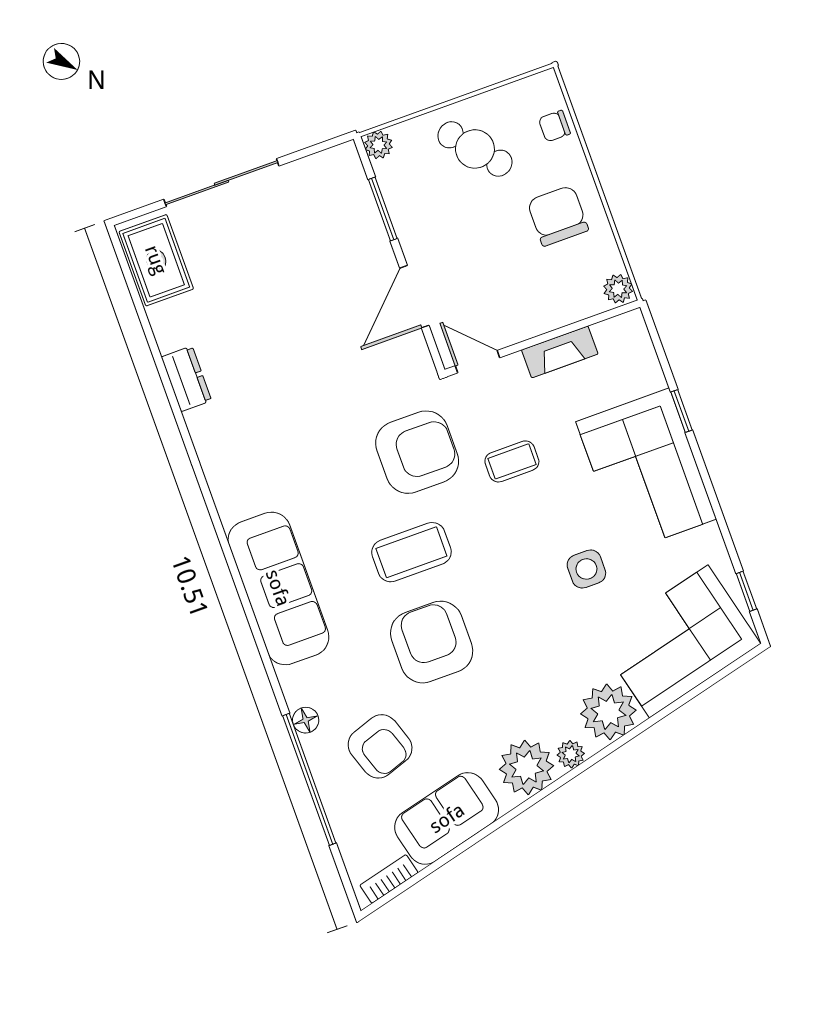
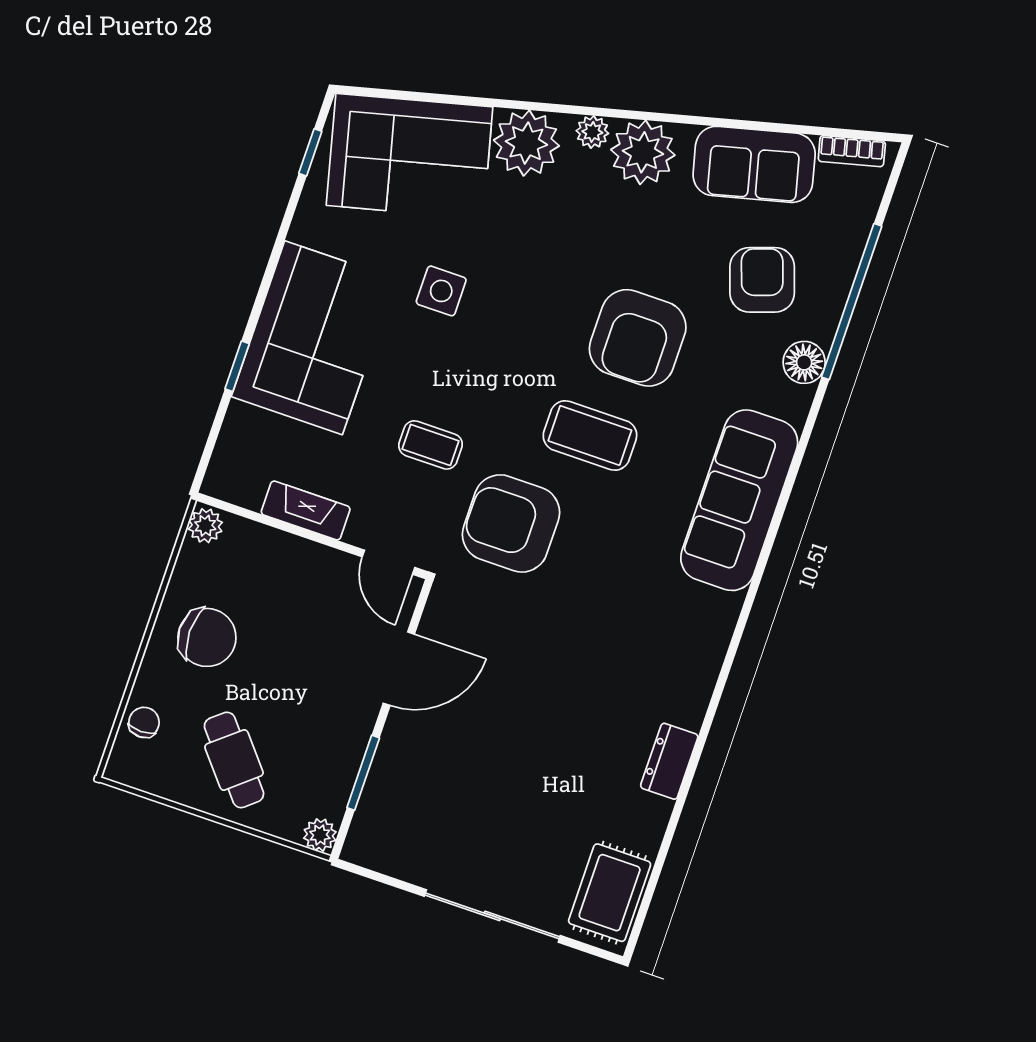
chair: (554, 126) -> (144, 722), turned -90
chair: (558, 216) -> (207, 637), turned -90
floor lamp: (306, 720) -> (804, 362), width x1.37, depth x1.37

